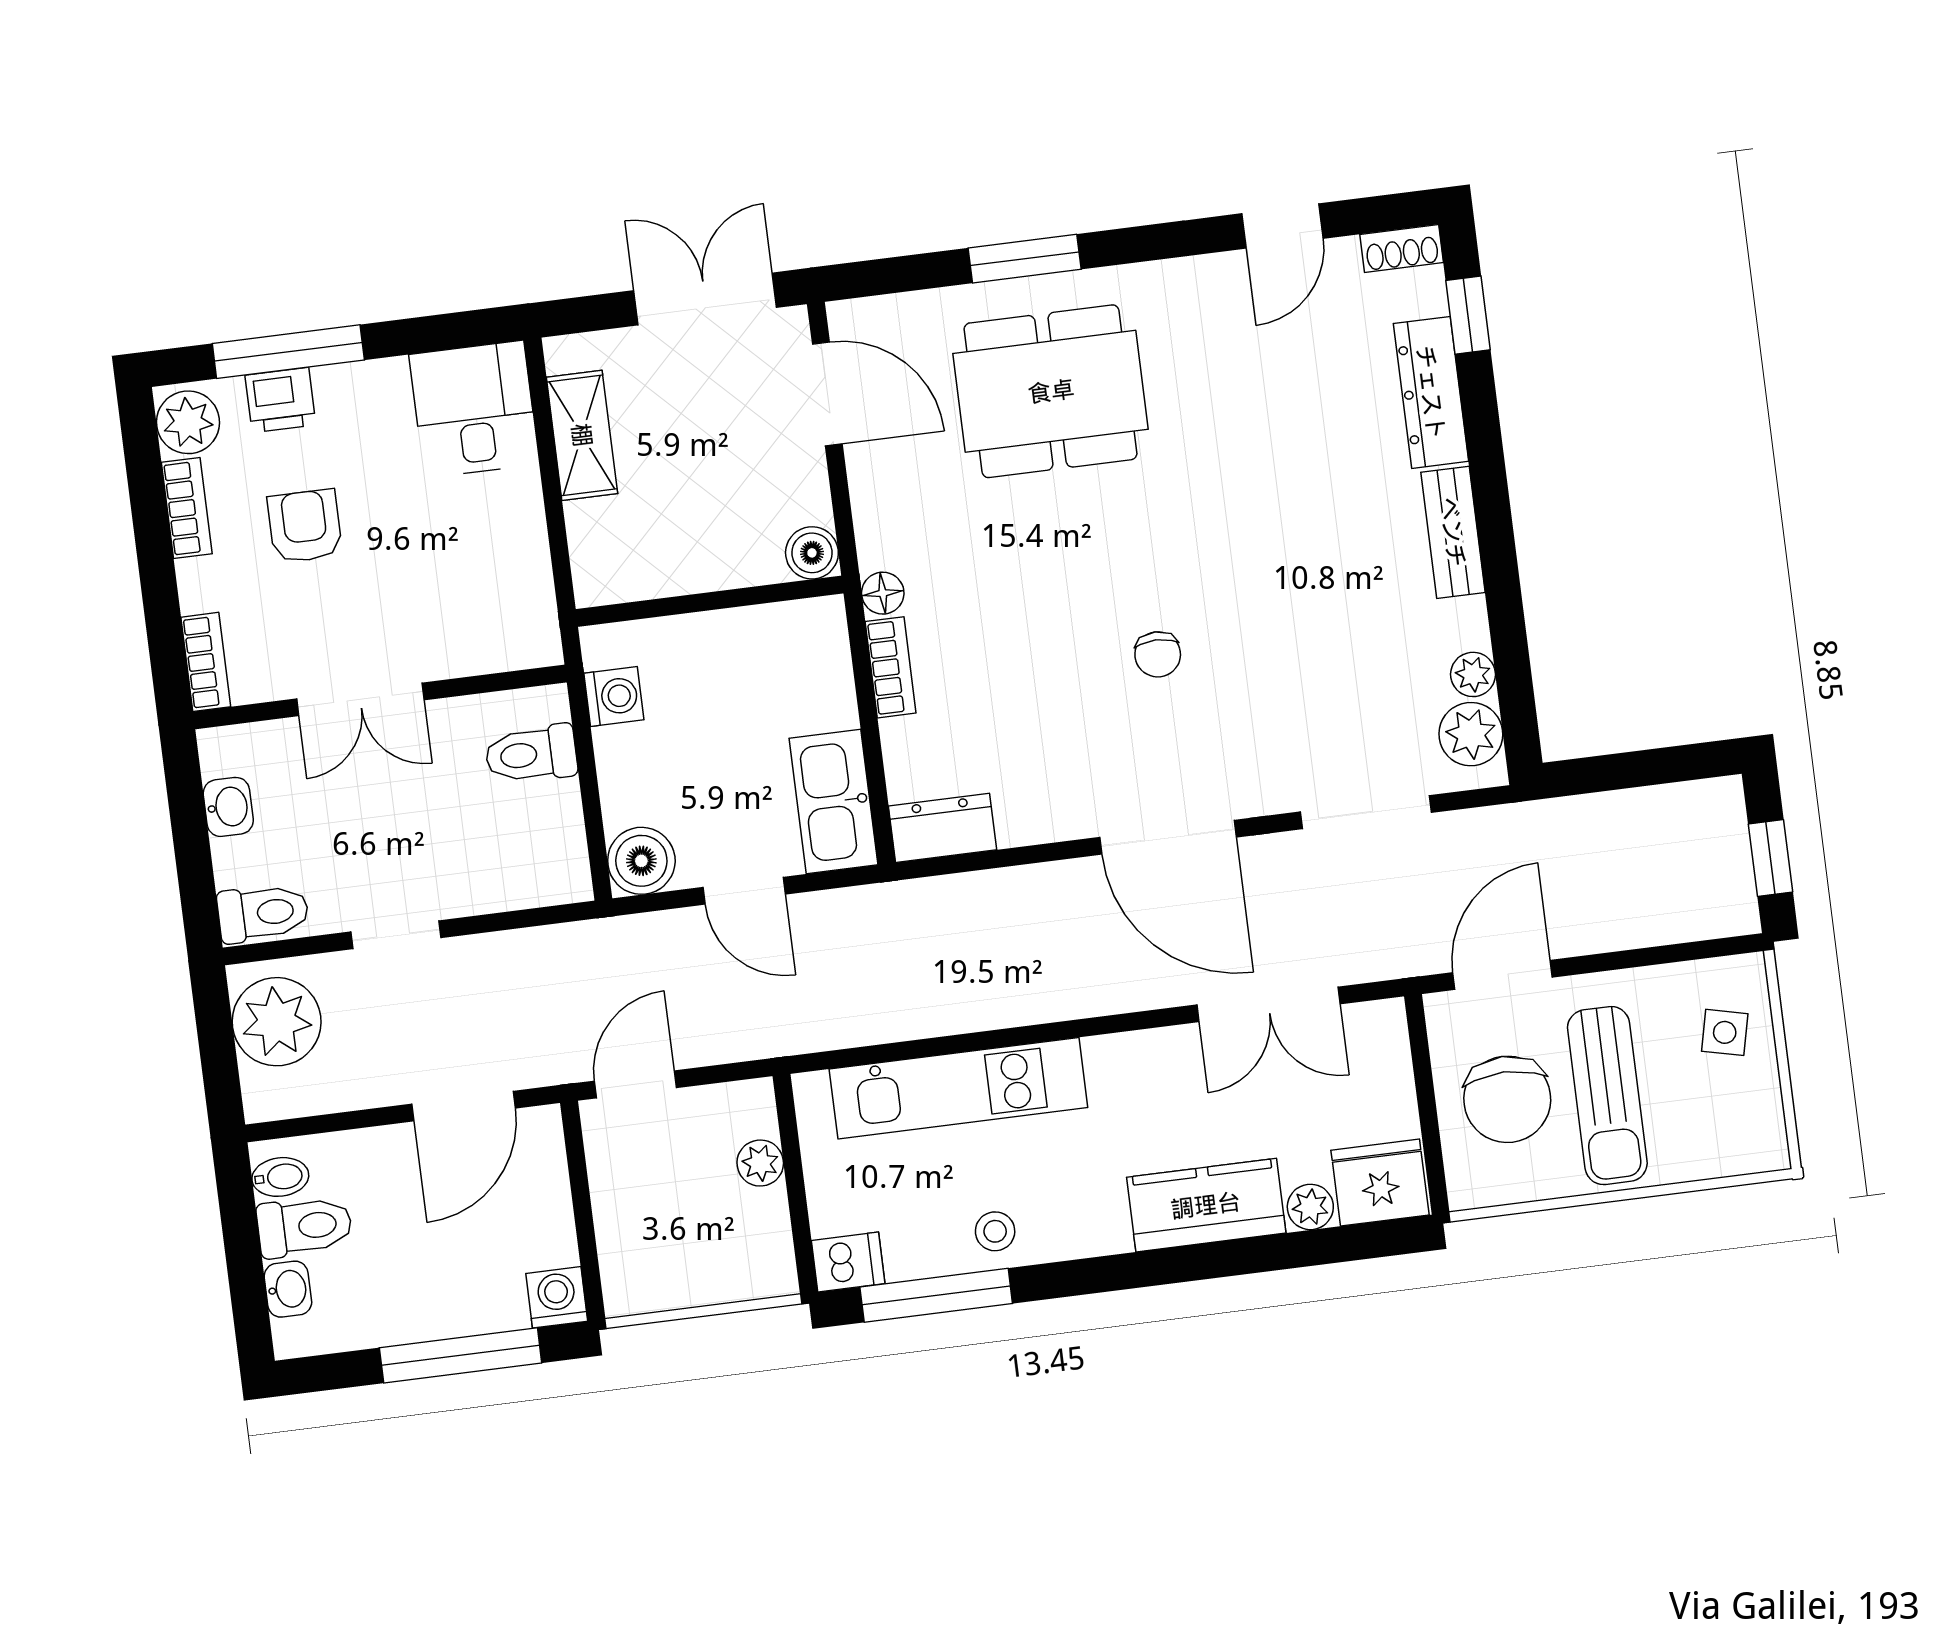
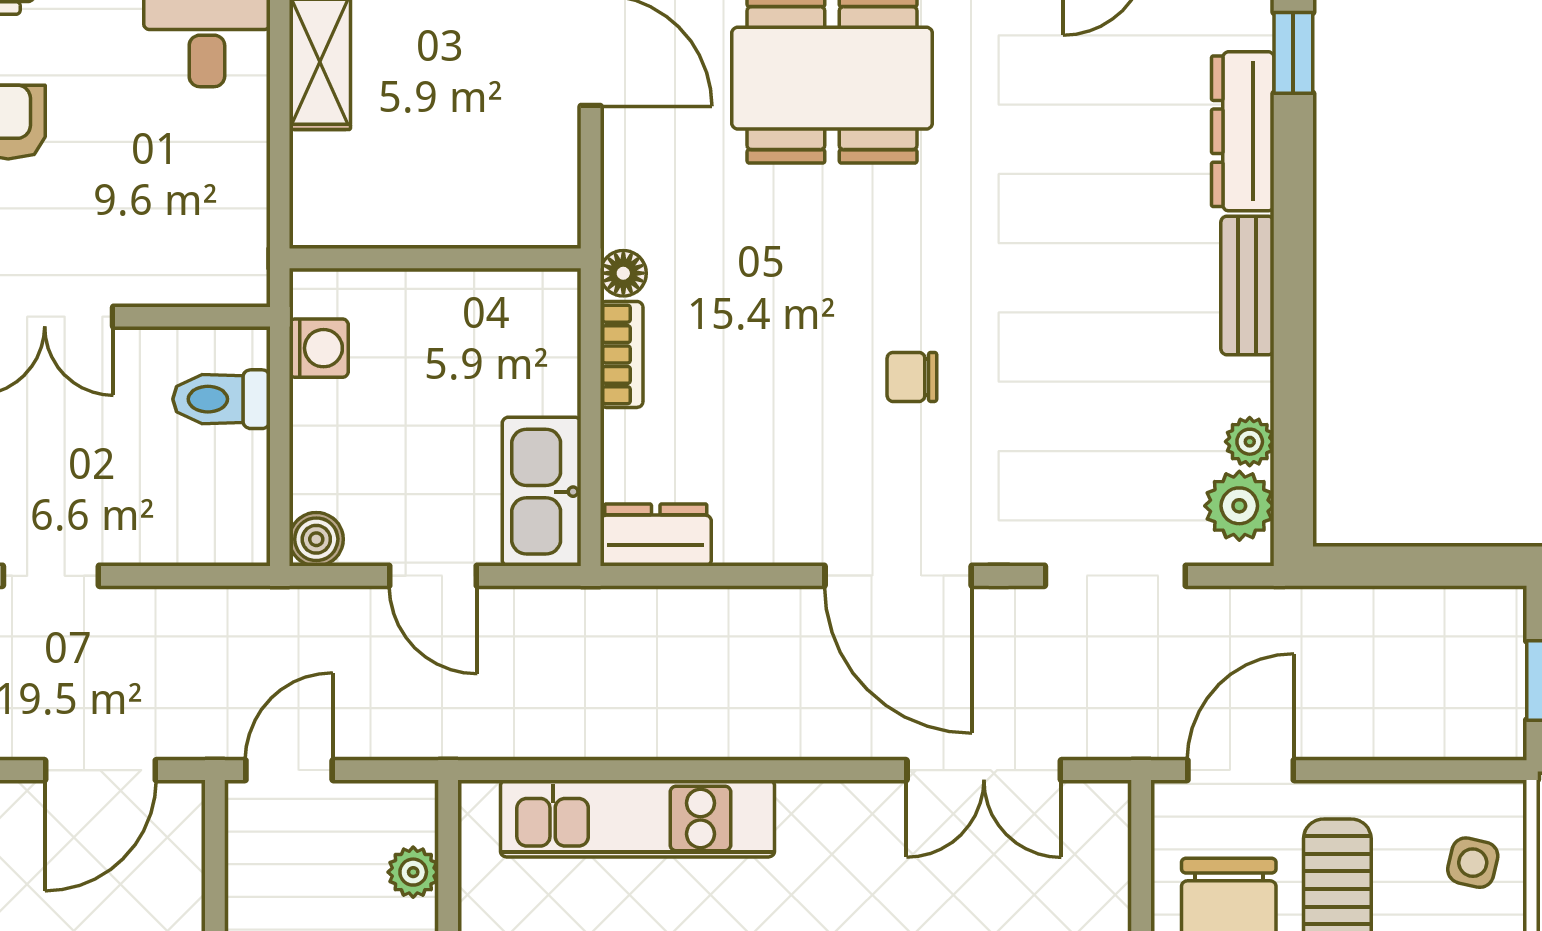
boiler: (812, 553) -> (552, 220), removed
chair: (1158, 654) -> (912, 377), turned 90
boiler: (641, 861) -> (316, 539), width x0.73, depth x0.73

